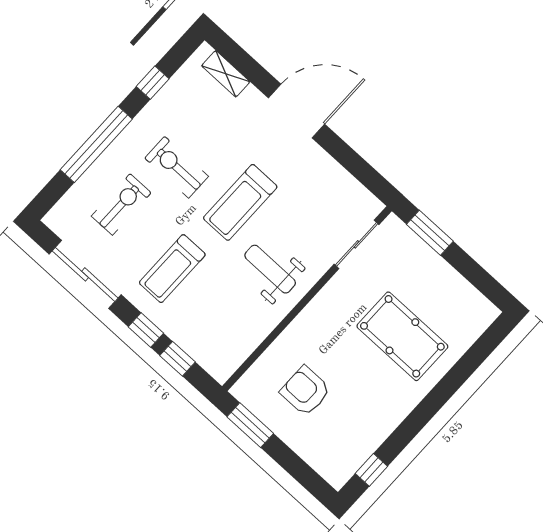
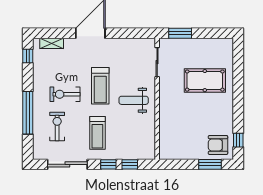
window: (153, 83) -> (28, 56), moved
armchair: (305, 391) -> (218, 145), moved
window: (250, 425) -> (210, 164), moved

